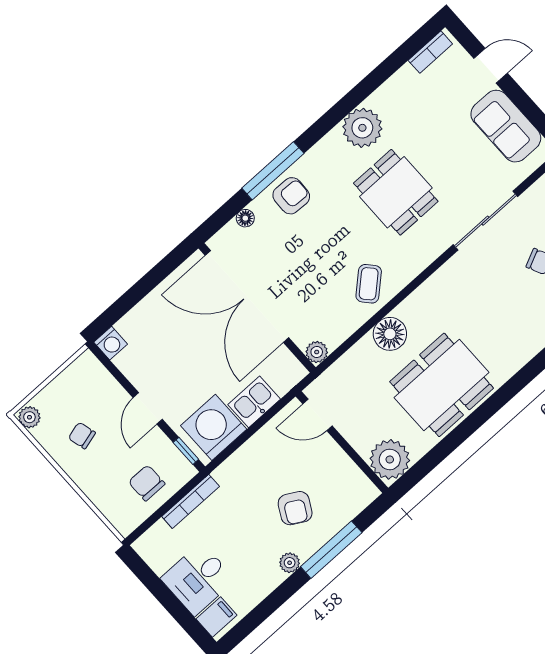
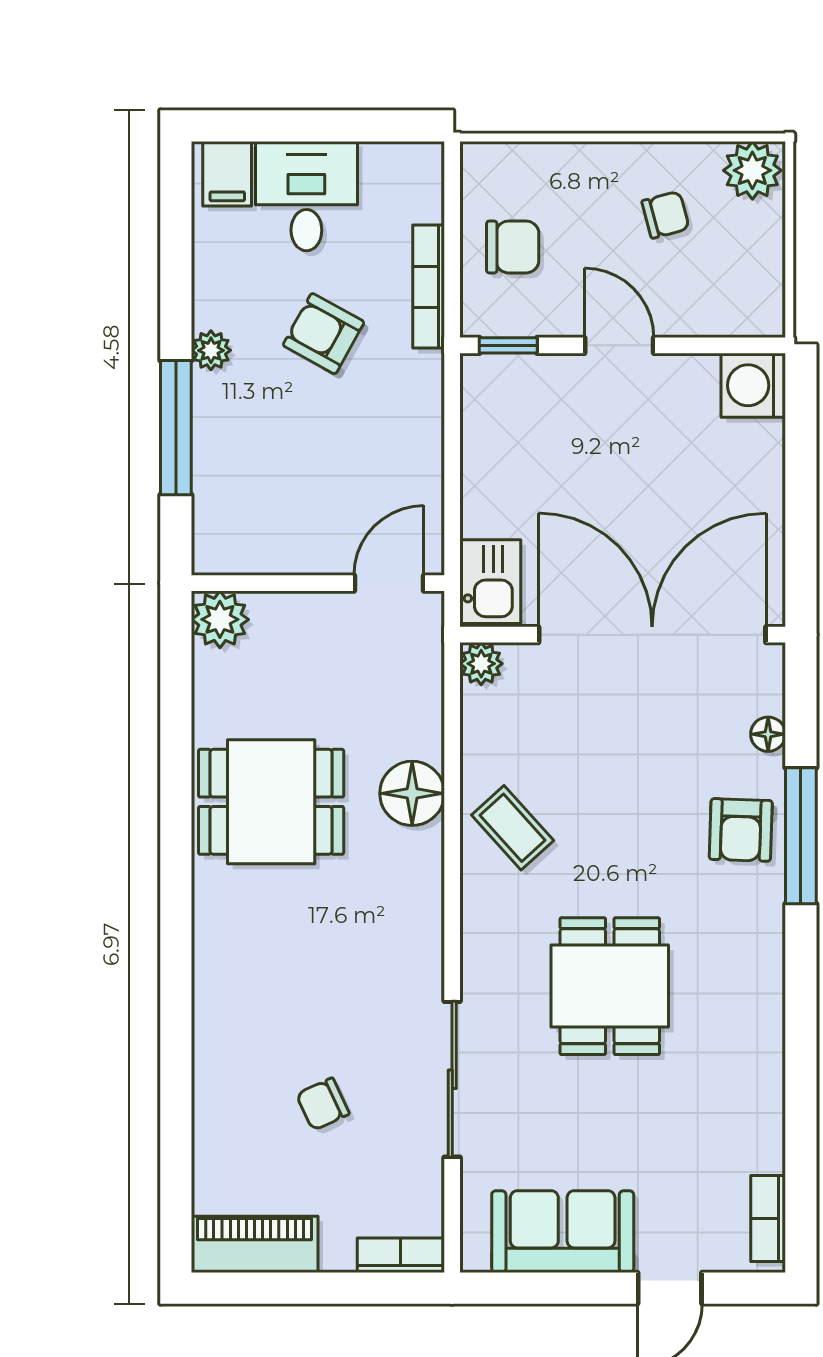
plant: (362, 128) -> (747, 1021), removed
dining table: (396, 192) -> (610, 986), turned 90
washing machine: (111, 343) -> (753, 385), width x1.38, depth x1.38
dining table: (442, 385) -> (271, 802), width x0.73
kitchen sink: (254, 402) -> (490, 582), moved
plant: (29, 417) -> (752, 170), width x1.38, depth x1.38
washing machine: (214, 427) -> (506, 416), removed
plant: (390, 459) -> (220, 619), width x0.73, depth x0.73
armchair: (295, 508) -> (323, 334), moved

